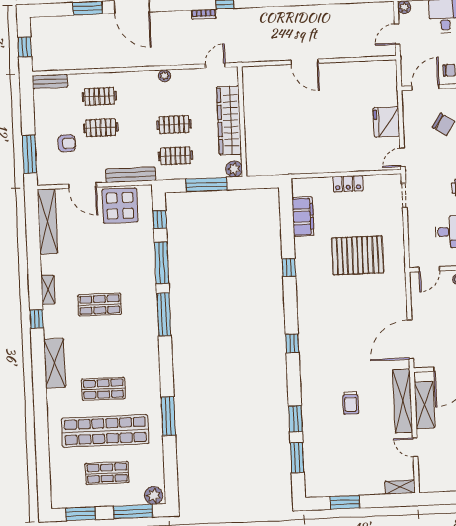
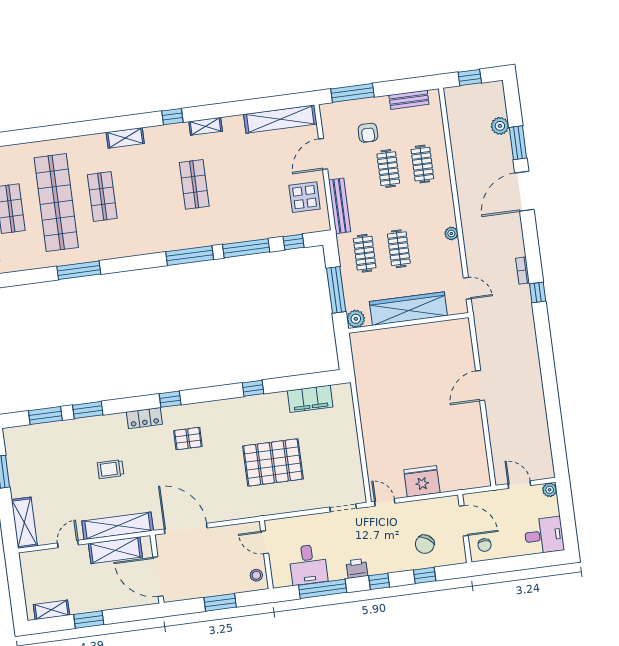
plant: (71, 23) -> (500, 126), added
bench: (50, 81) -> (409, 100), moved, turned 90
locker: (348, 184) -> (144, 418), moved, turned -90
display table: (120, 206) -> (305, 197), width x0.73, depth x0.73
pallet: (358, 255) -> (273, 462), turned 90
pallet: (329, 330) -> (188, 439), added
shelving: (55, 363) -> (125, 138), width x0.67, depth x0.75
shelving: (400, 487) -> (24, 523), width x1.50, depth x1.33

